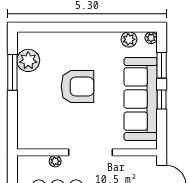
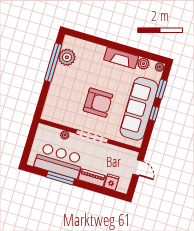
fireplace: (98, 41) -> (121, 58), added
window: (12, 72) -> (53, 62), width x1.46
armchair: (77, 86) -> (98, 103), moved

